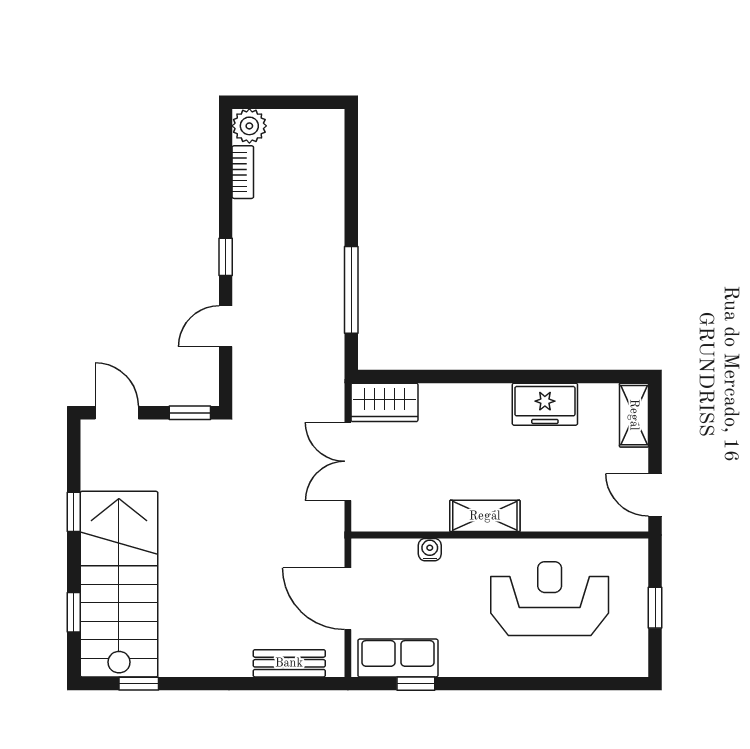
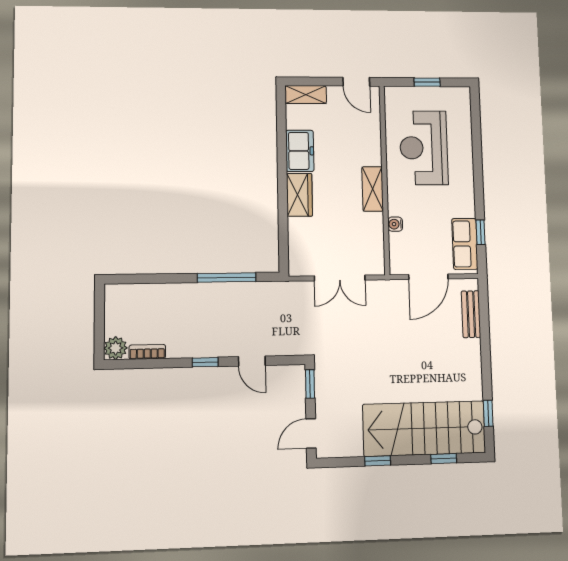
wardrobe: (384, 402) -> (299, 195), moved
door: (655, 495) -> (356, 82), hinge flipped

